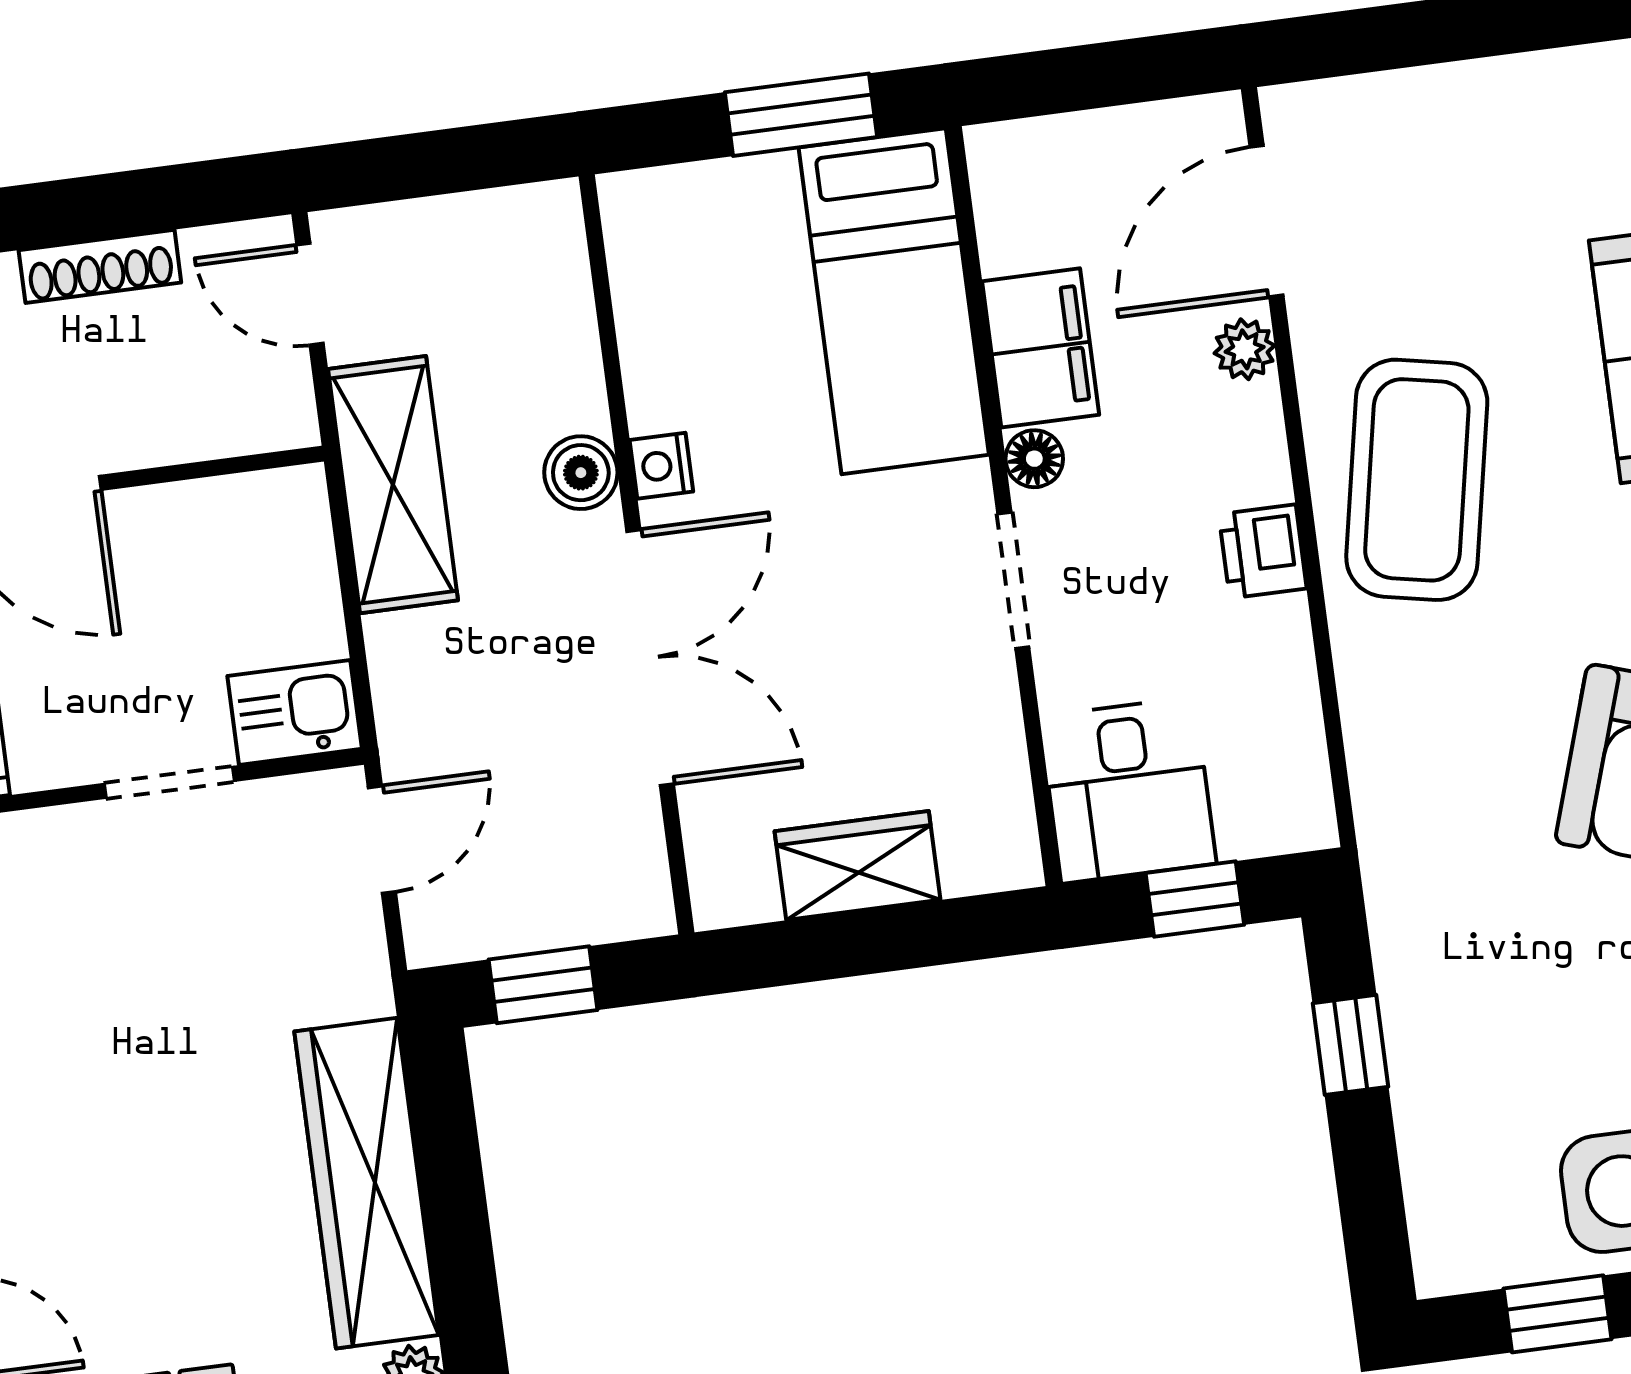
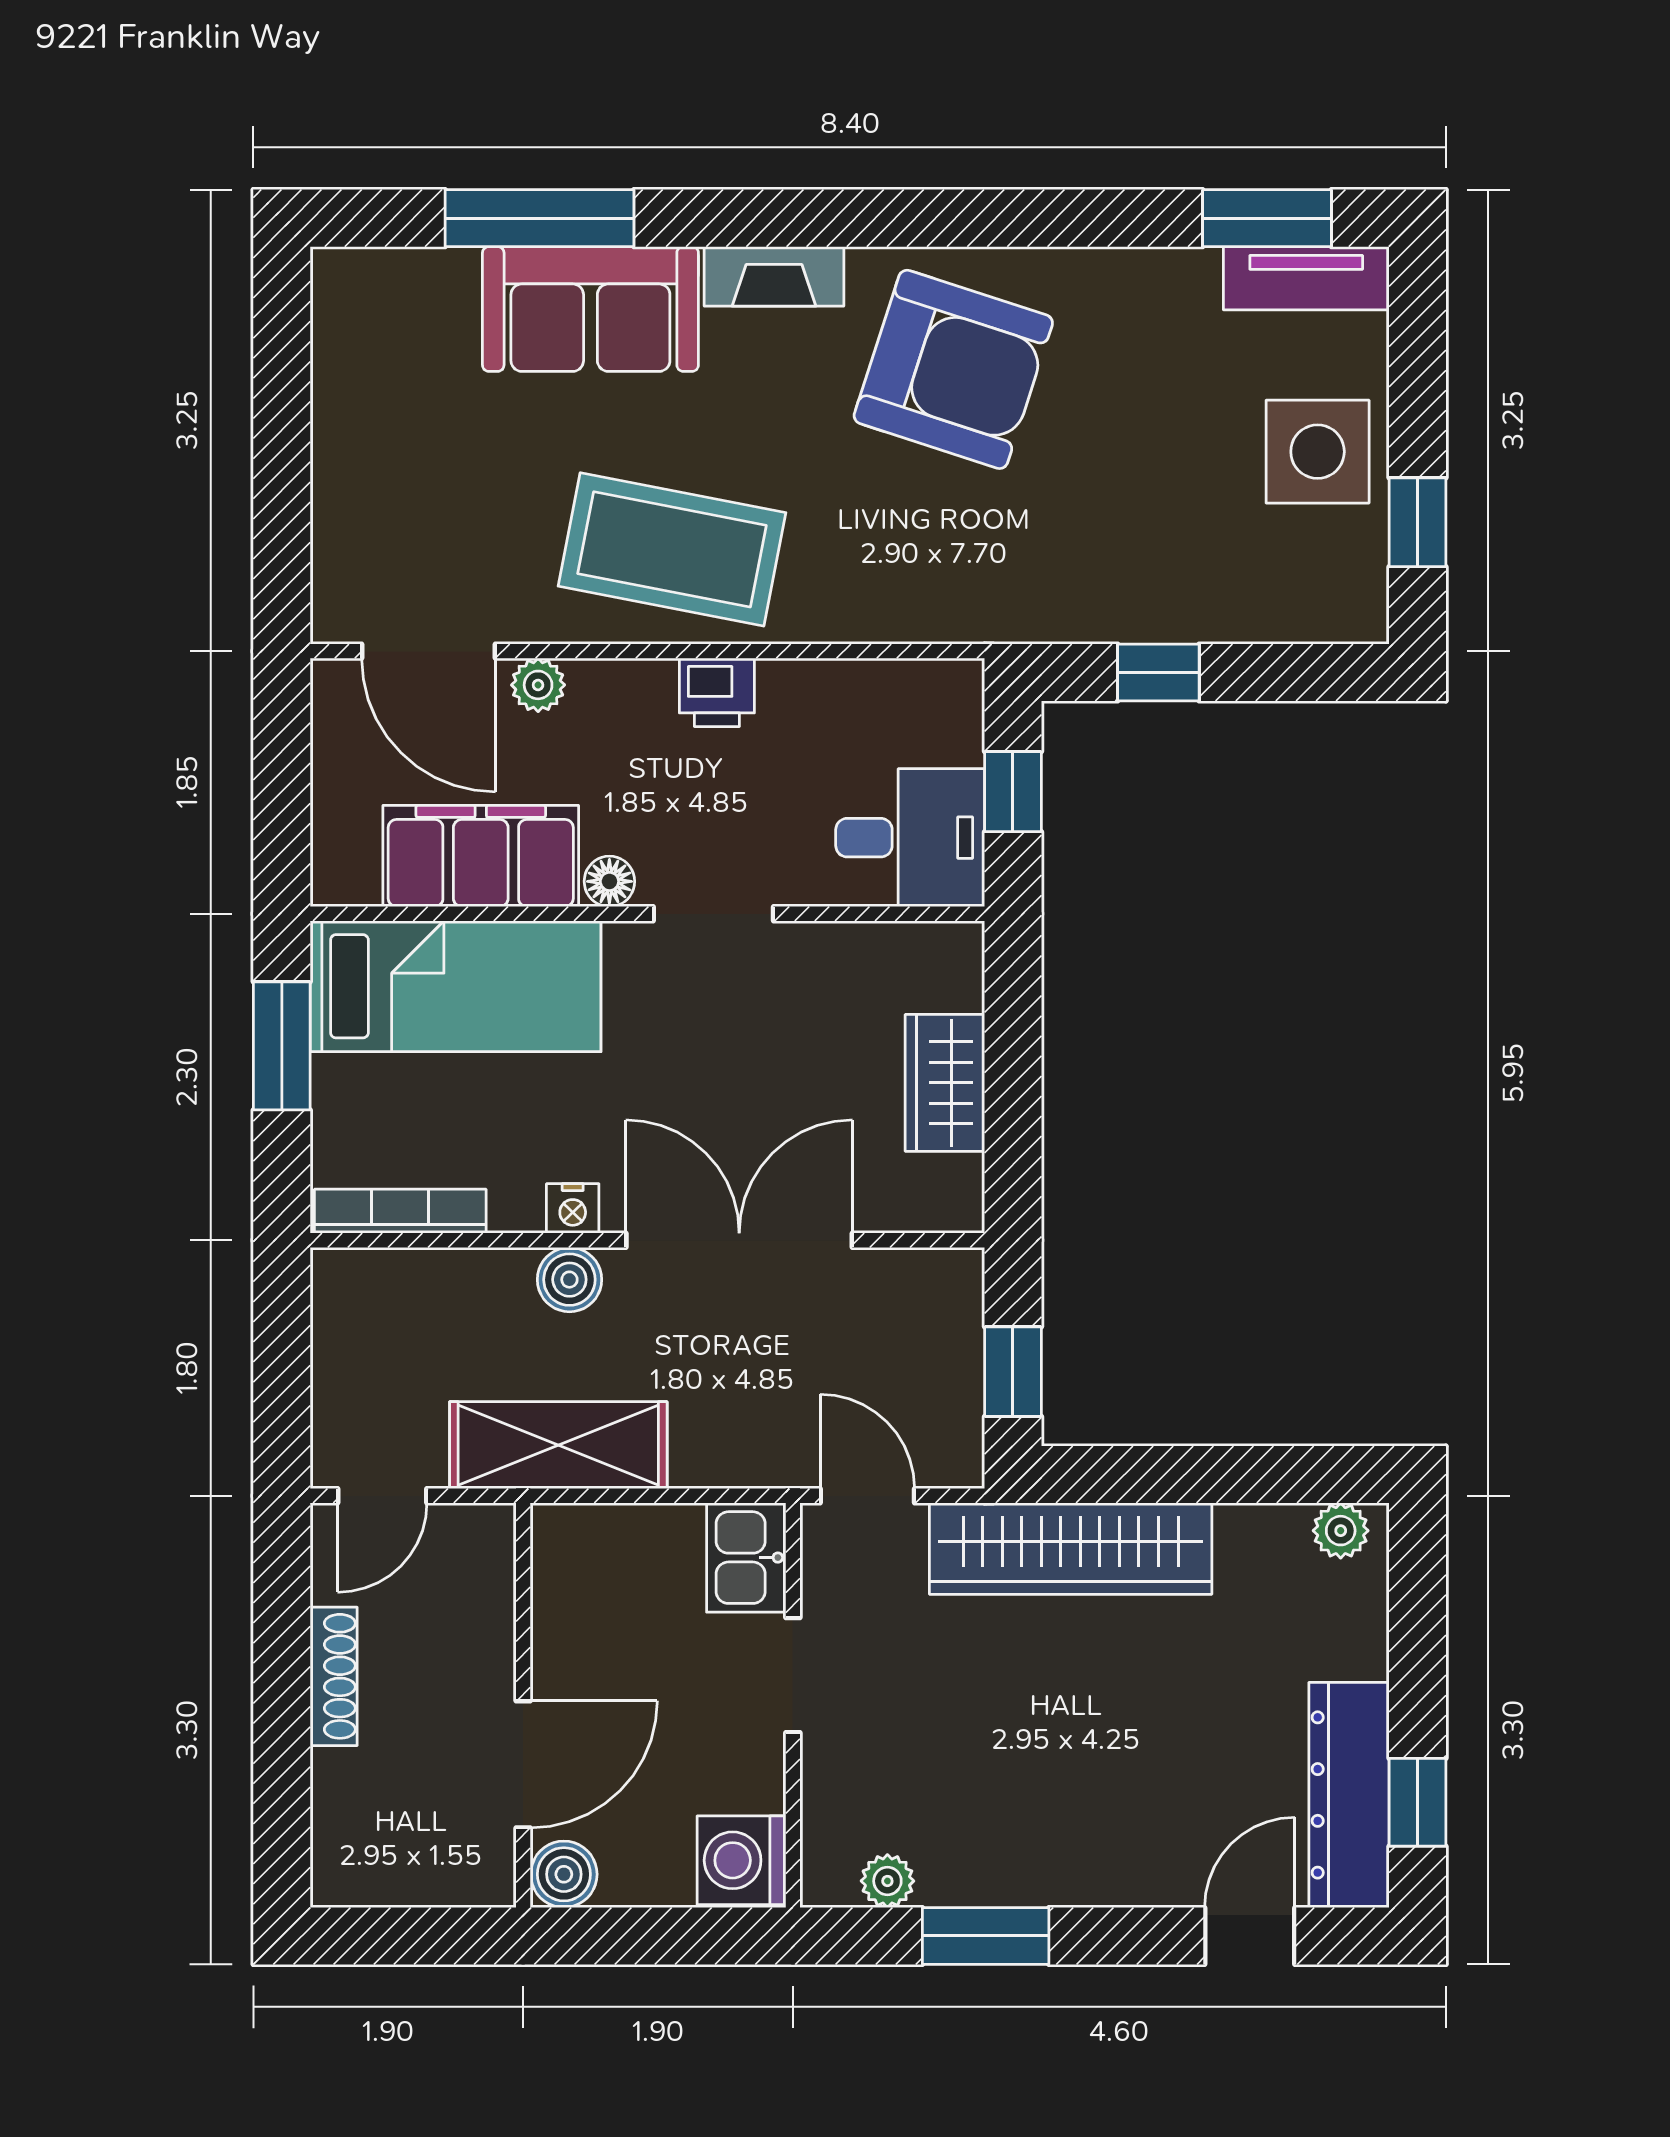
bookcase: (633, 272) -> (400, 1211), added
filing cabinet: (1041, 348) -> (481, 856), width x1.50, depth x1.17
wardrobe: (367, 1183) -> (1071, 1549), moved

